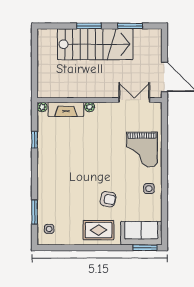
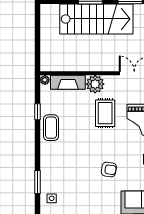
plant: (90, 107) -> (95, 84), width x1.88, depth x1.88
coffee table: (48, 156) -> (51, 128), added
rug: (99, 230) -> (105, 113), moved, turned 90

